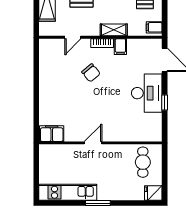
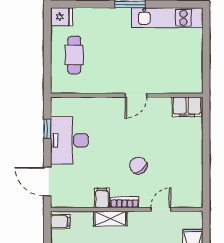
filing cabinet: (52, 134) -> (187, 107), moved
door: (93, 143) -> (136, 95), moved
wall: (100, 143) -> (127, 95), moved

